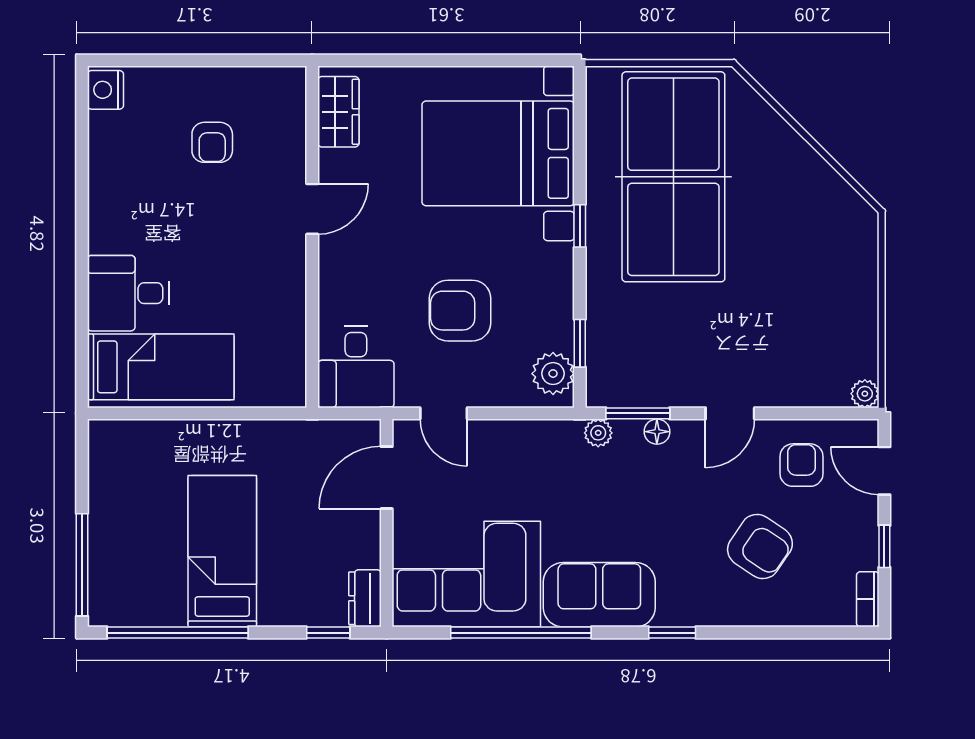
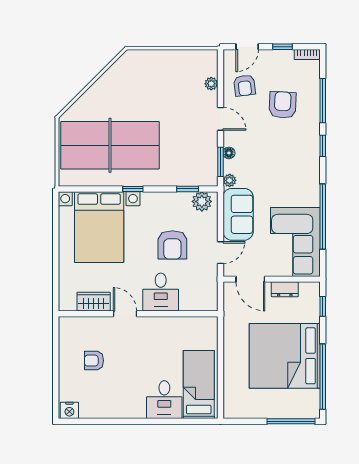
wardrobe: (338, 112) -> (94, 302), moved
armchair: (212, 142) -> (94, 361), turned 180
desk: (356, 367) -> (161, 292), moved, turned 90
plant: (865, 394) -> (211, 84), moved
armchair: (801, 465) -> (245, 85), turned -97
armchair: (760, 547) -> (283, 105), turned -31
bed: (222, 551) -> (285, 356), width x2.04
sofa: (599, 595) -> (238, 214), moved, turned 180
dresser: (365, 598) -> (285, 289), moved
window: (769, 633) -> (323, 101), added

